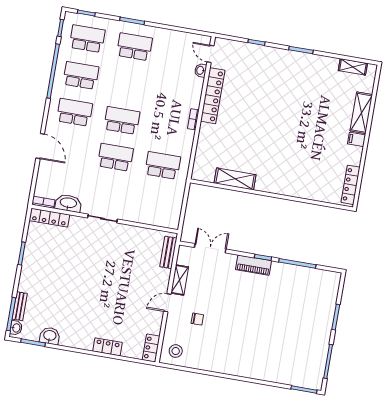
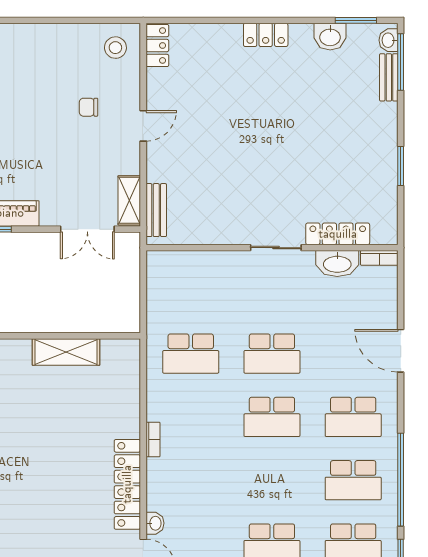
locker: (49, 218) -> (338, 234), moved
shelving: (180, 280) -> (129, 200), moved
locker: (107, 347) -> (266, 35), moved

